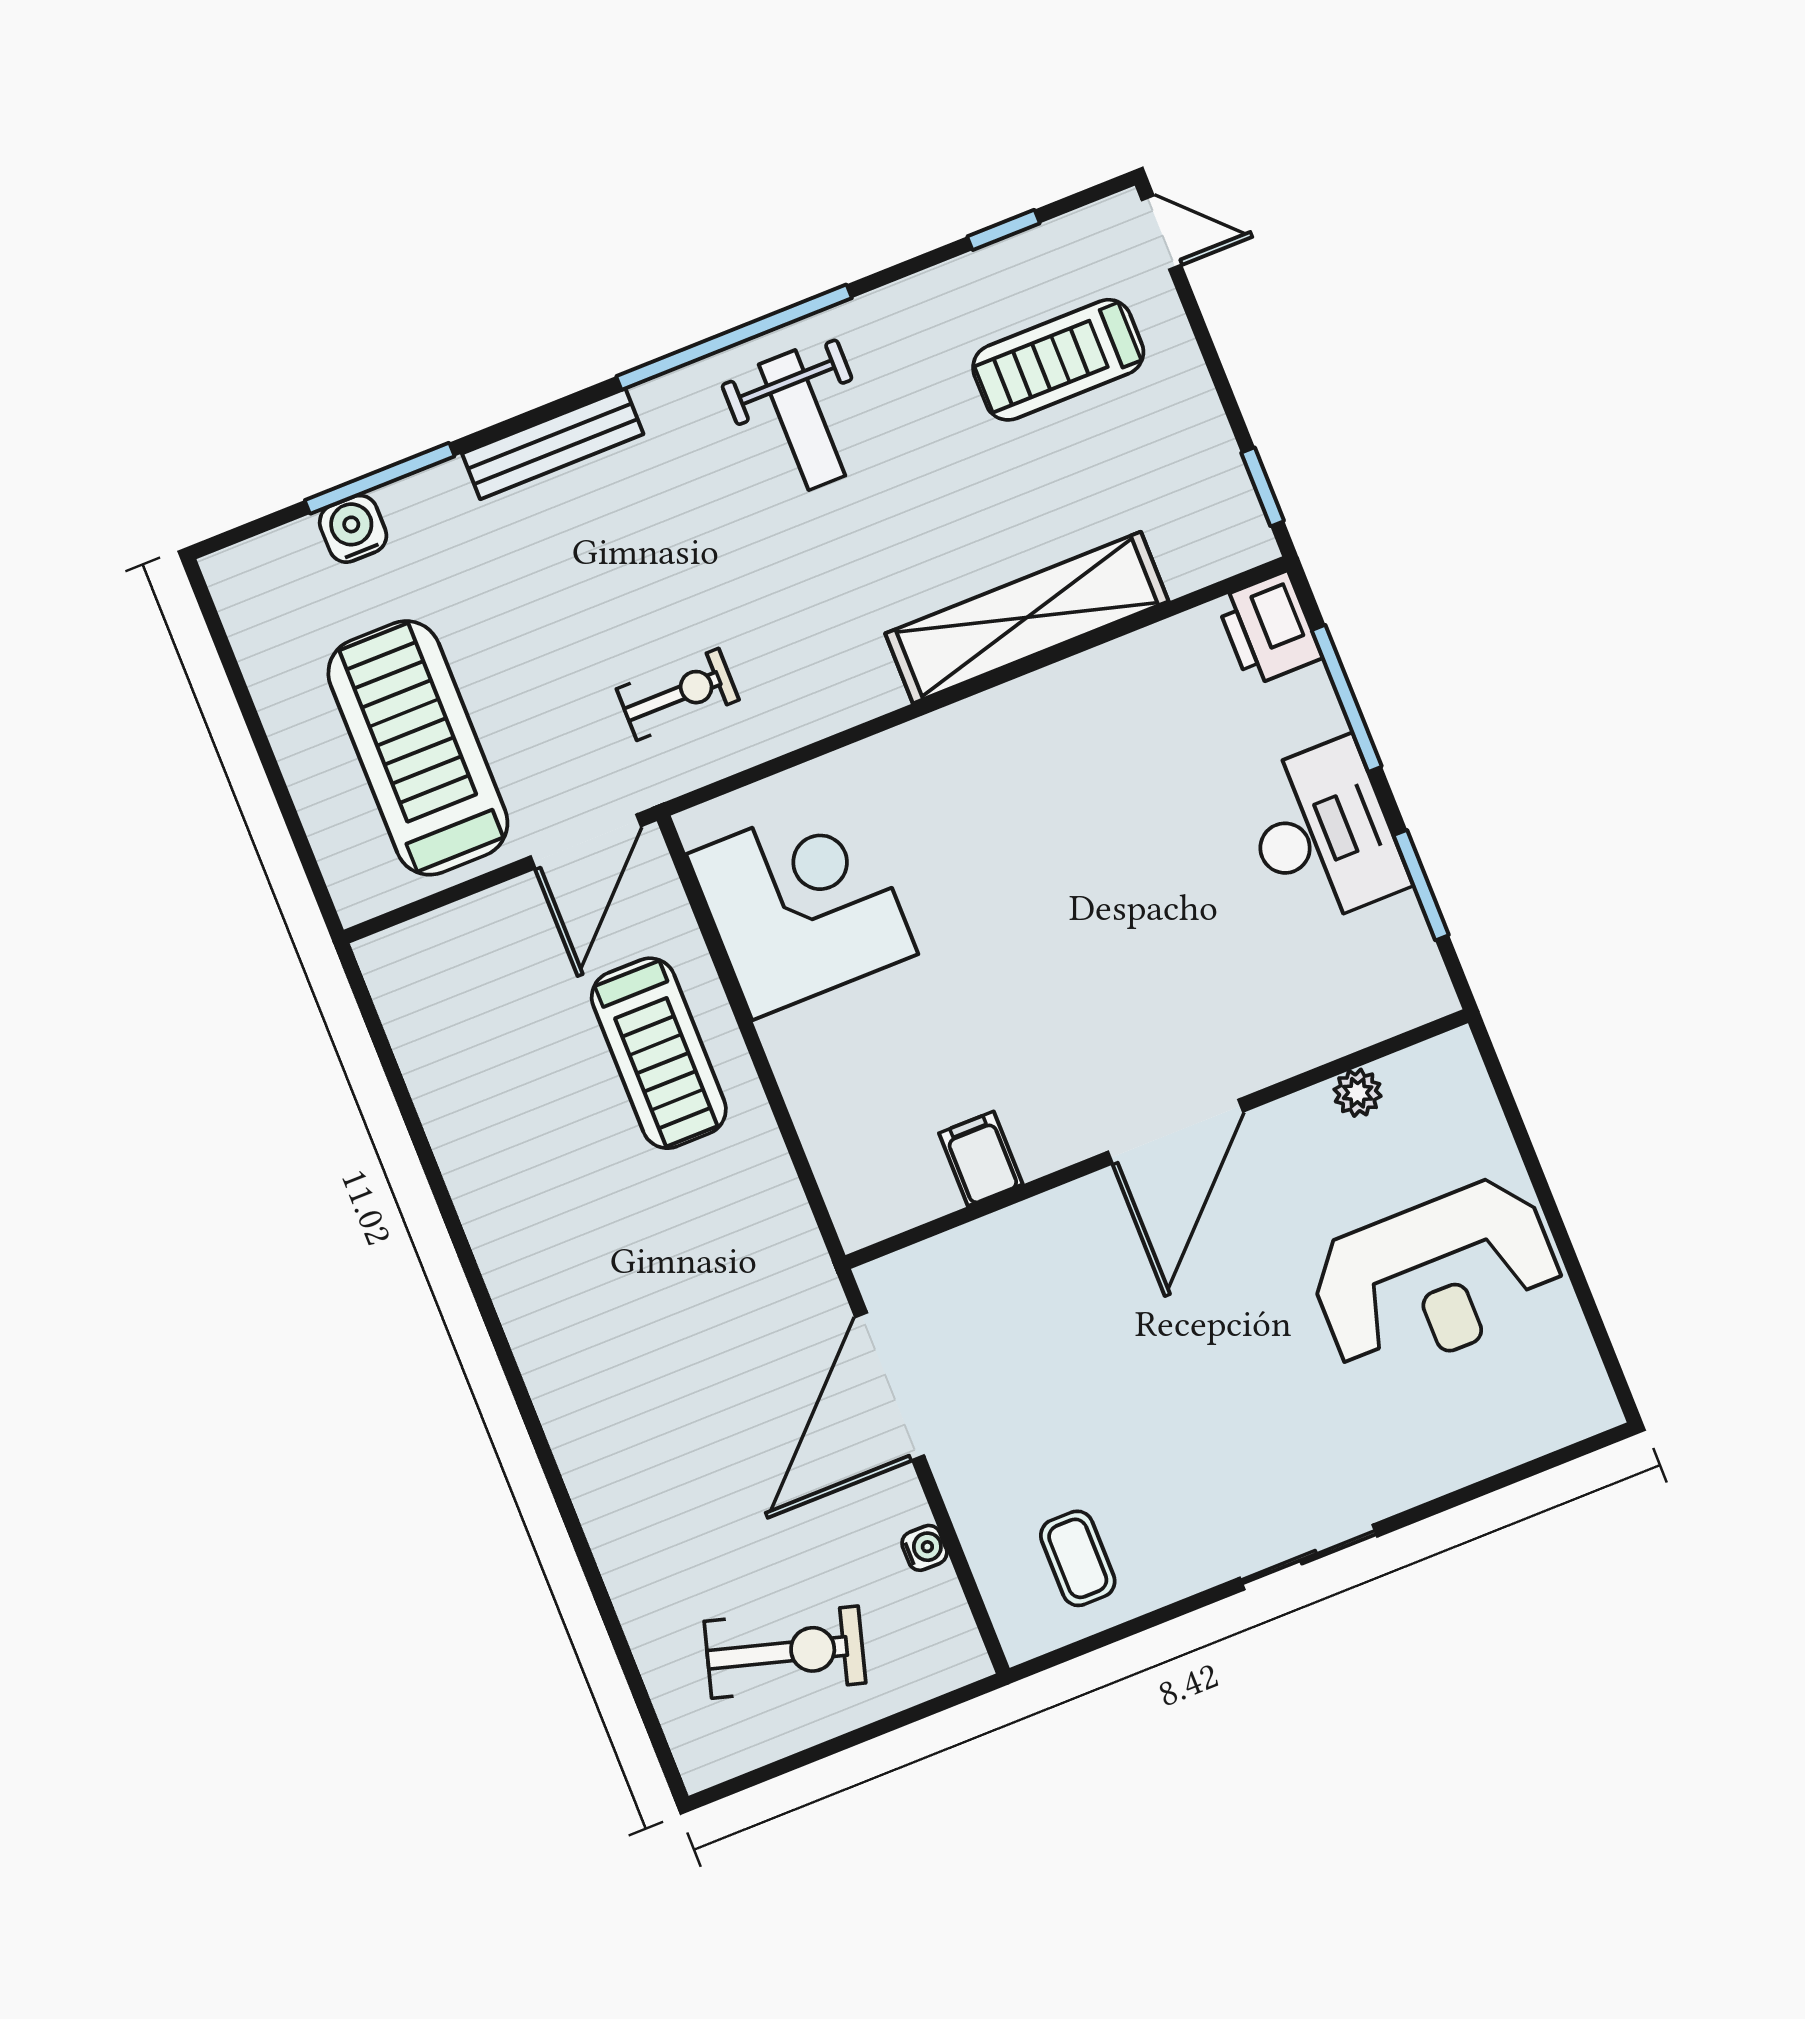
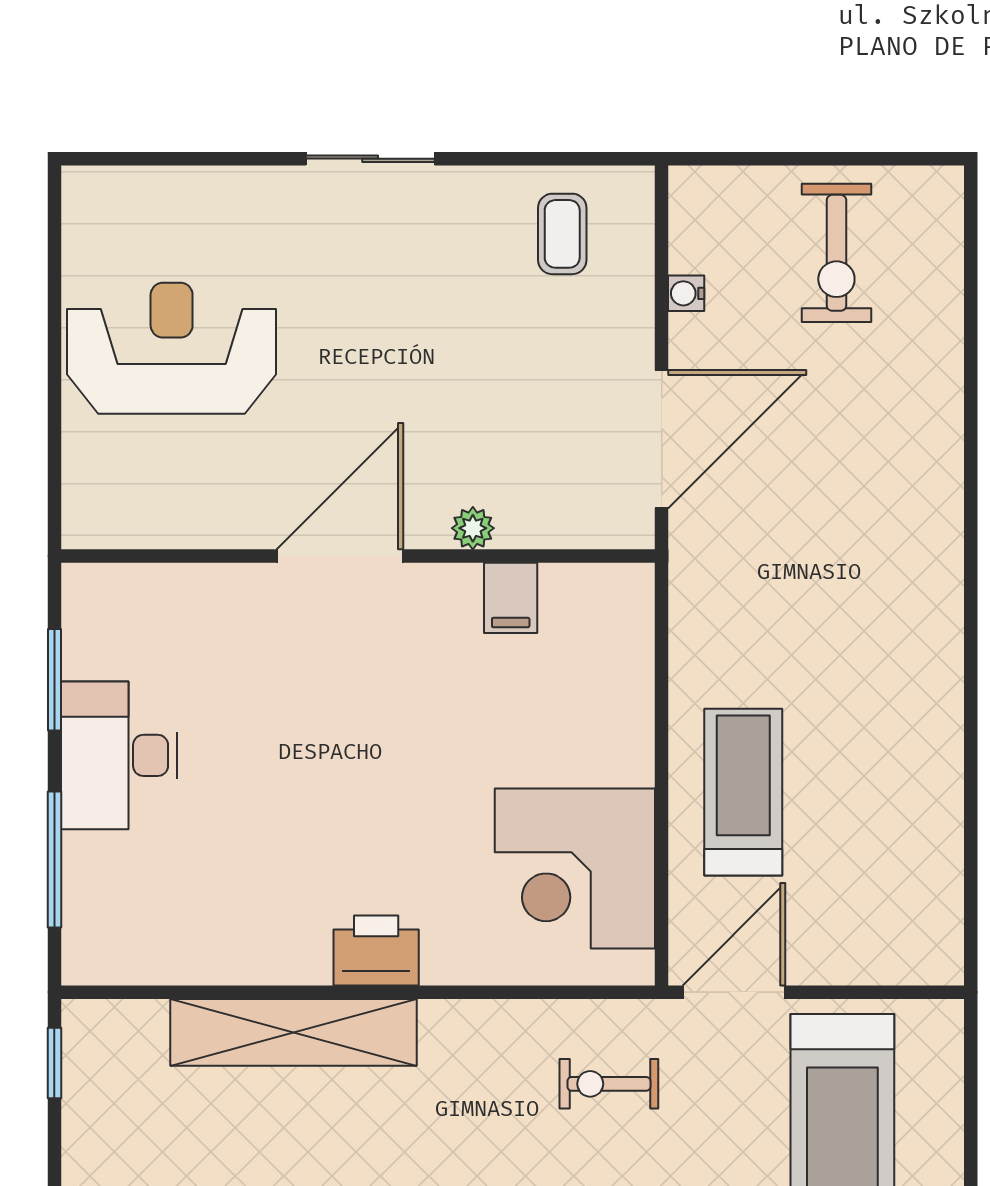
printer: (1269, 629) -> (376, 950), moved, turned -90
plant: (1358, 1093) -> (473, 528), moved
exercise bike: (785, 1652) -> (836, 253), turned -106

